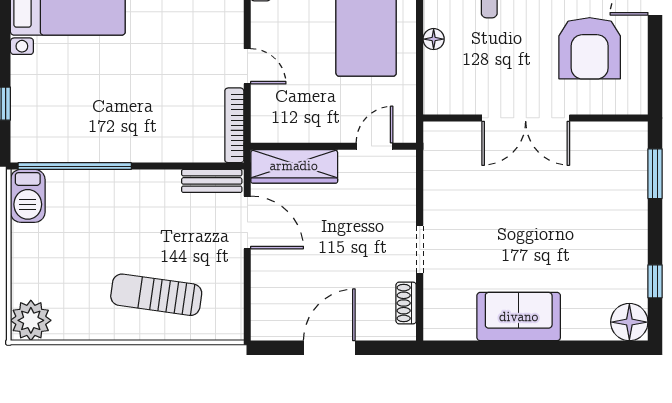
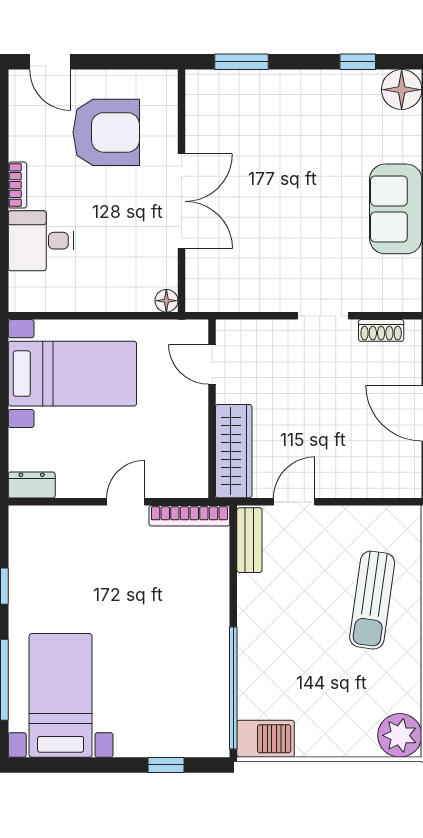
floor lamp: (434, 39) -> (166, 301), moved
door: (247, 222) -> (294, 502), width x0.73

